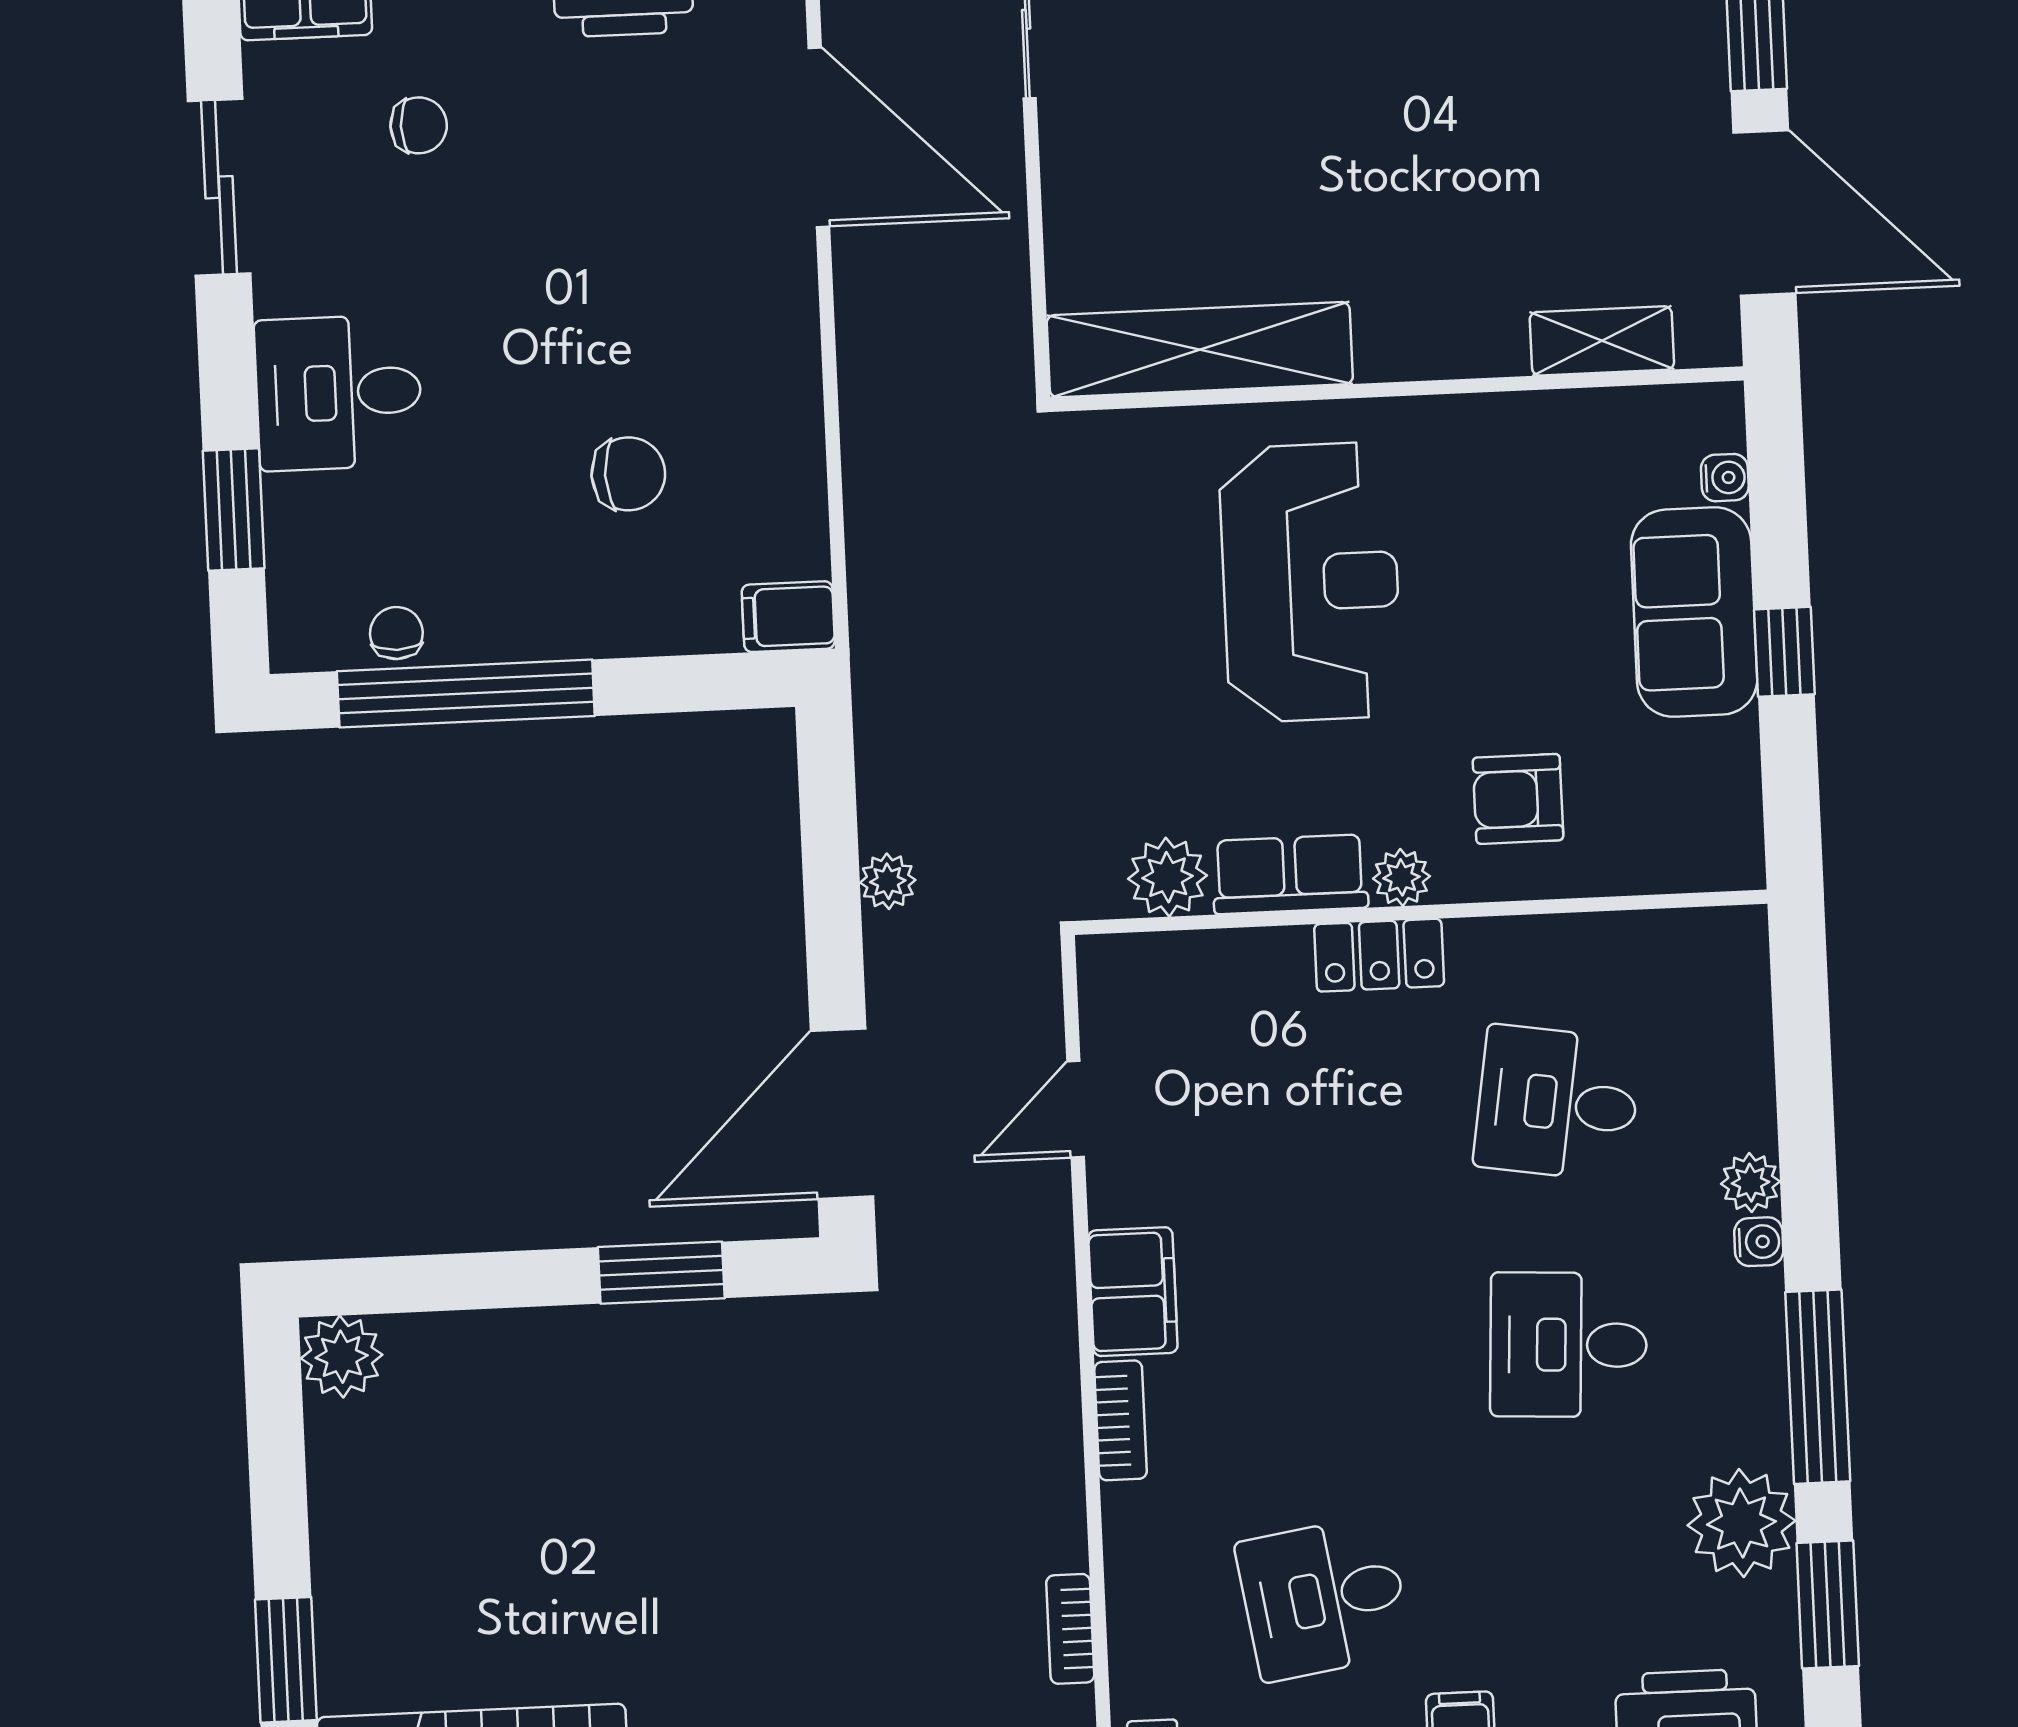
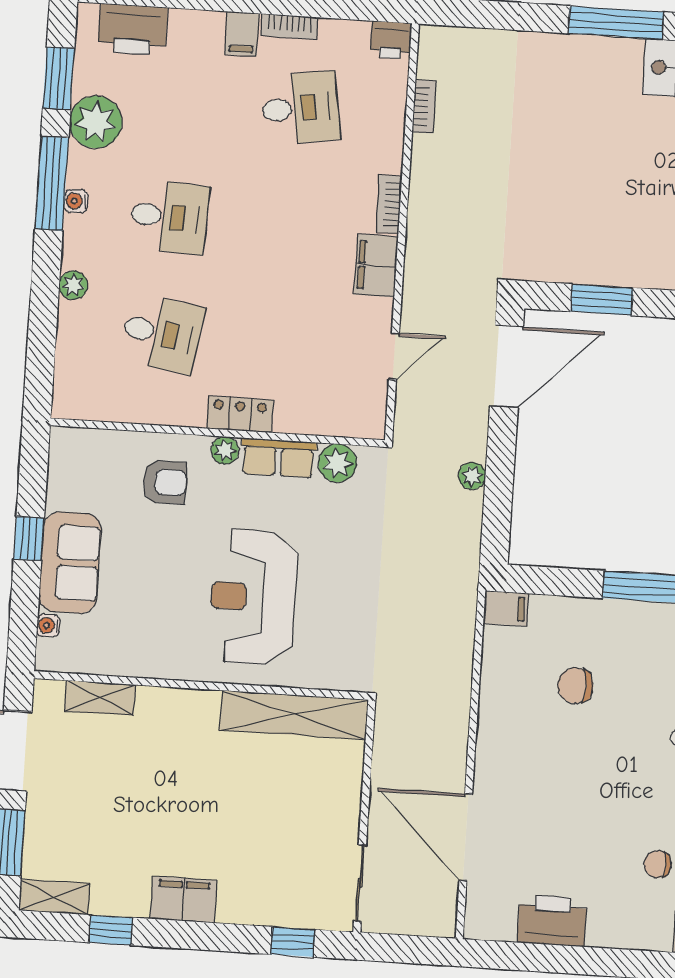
water cooler: (1759, 1242) -> (76, 201), moved

